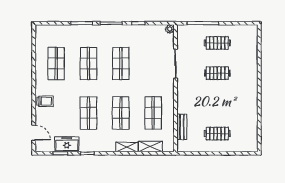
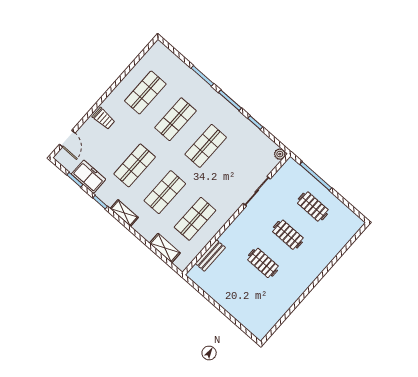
clothes rail: (217, 134) -> (263, 263), moved
shelving: (127, 147) -> (124, 213), moved

